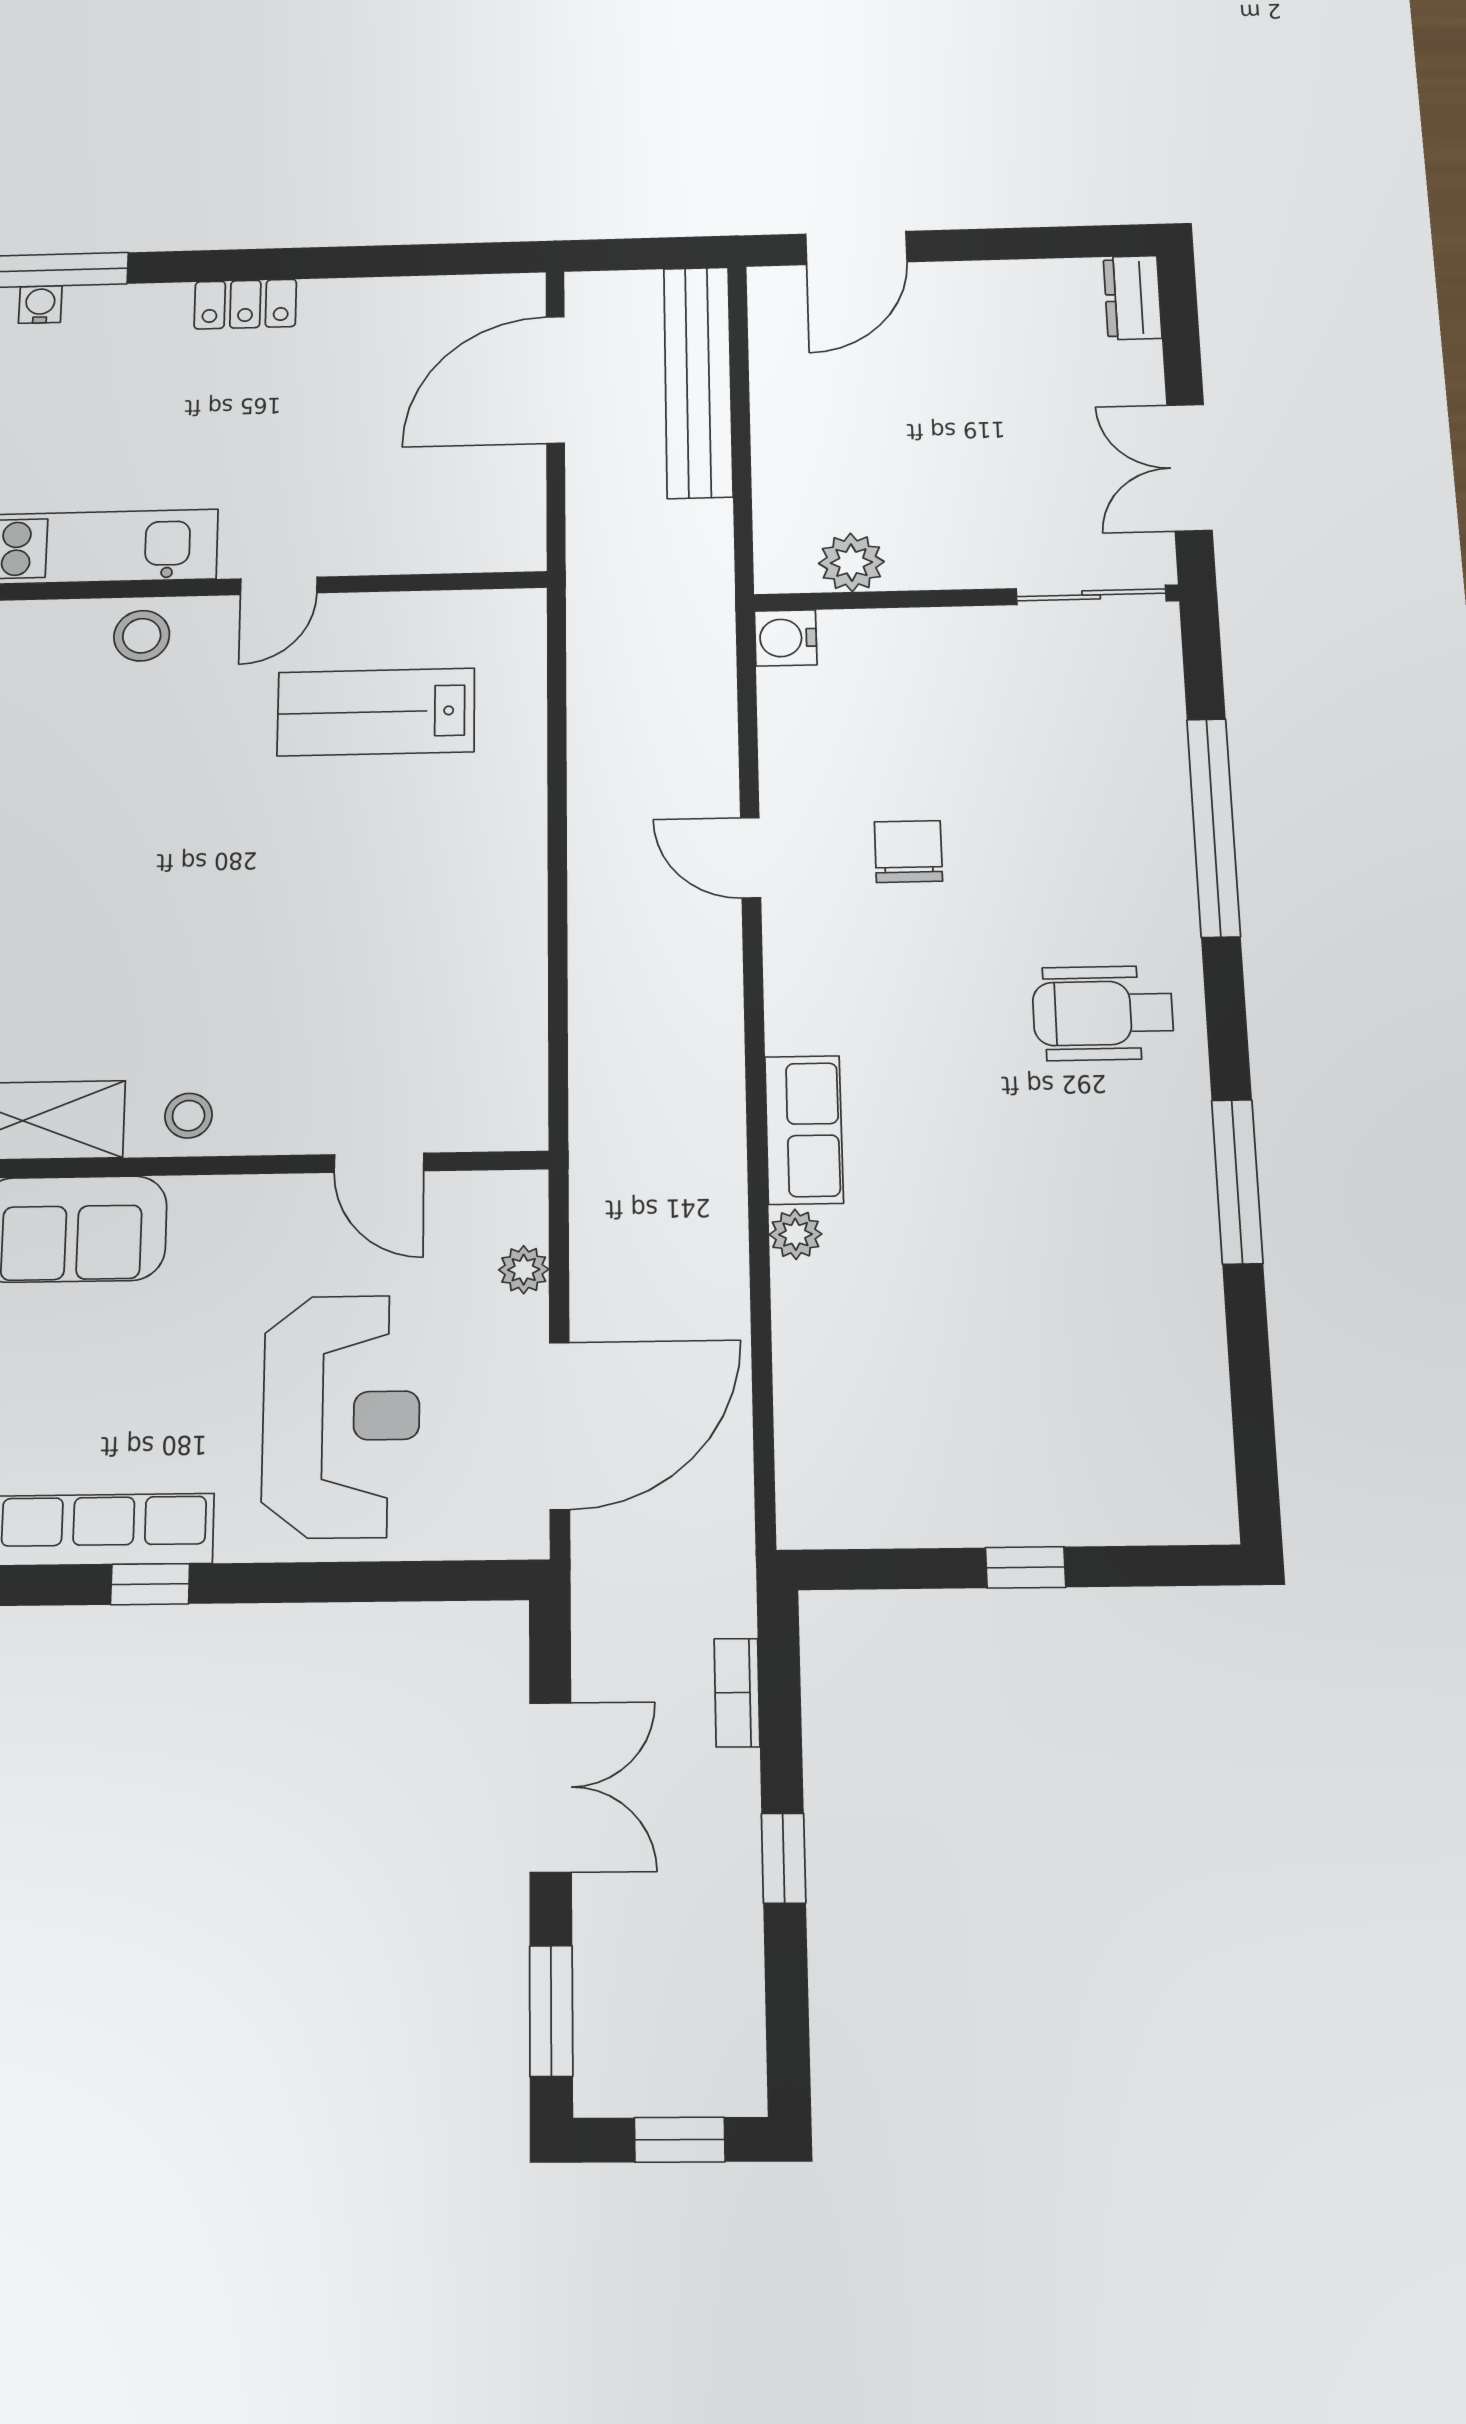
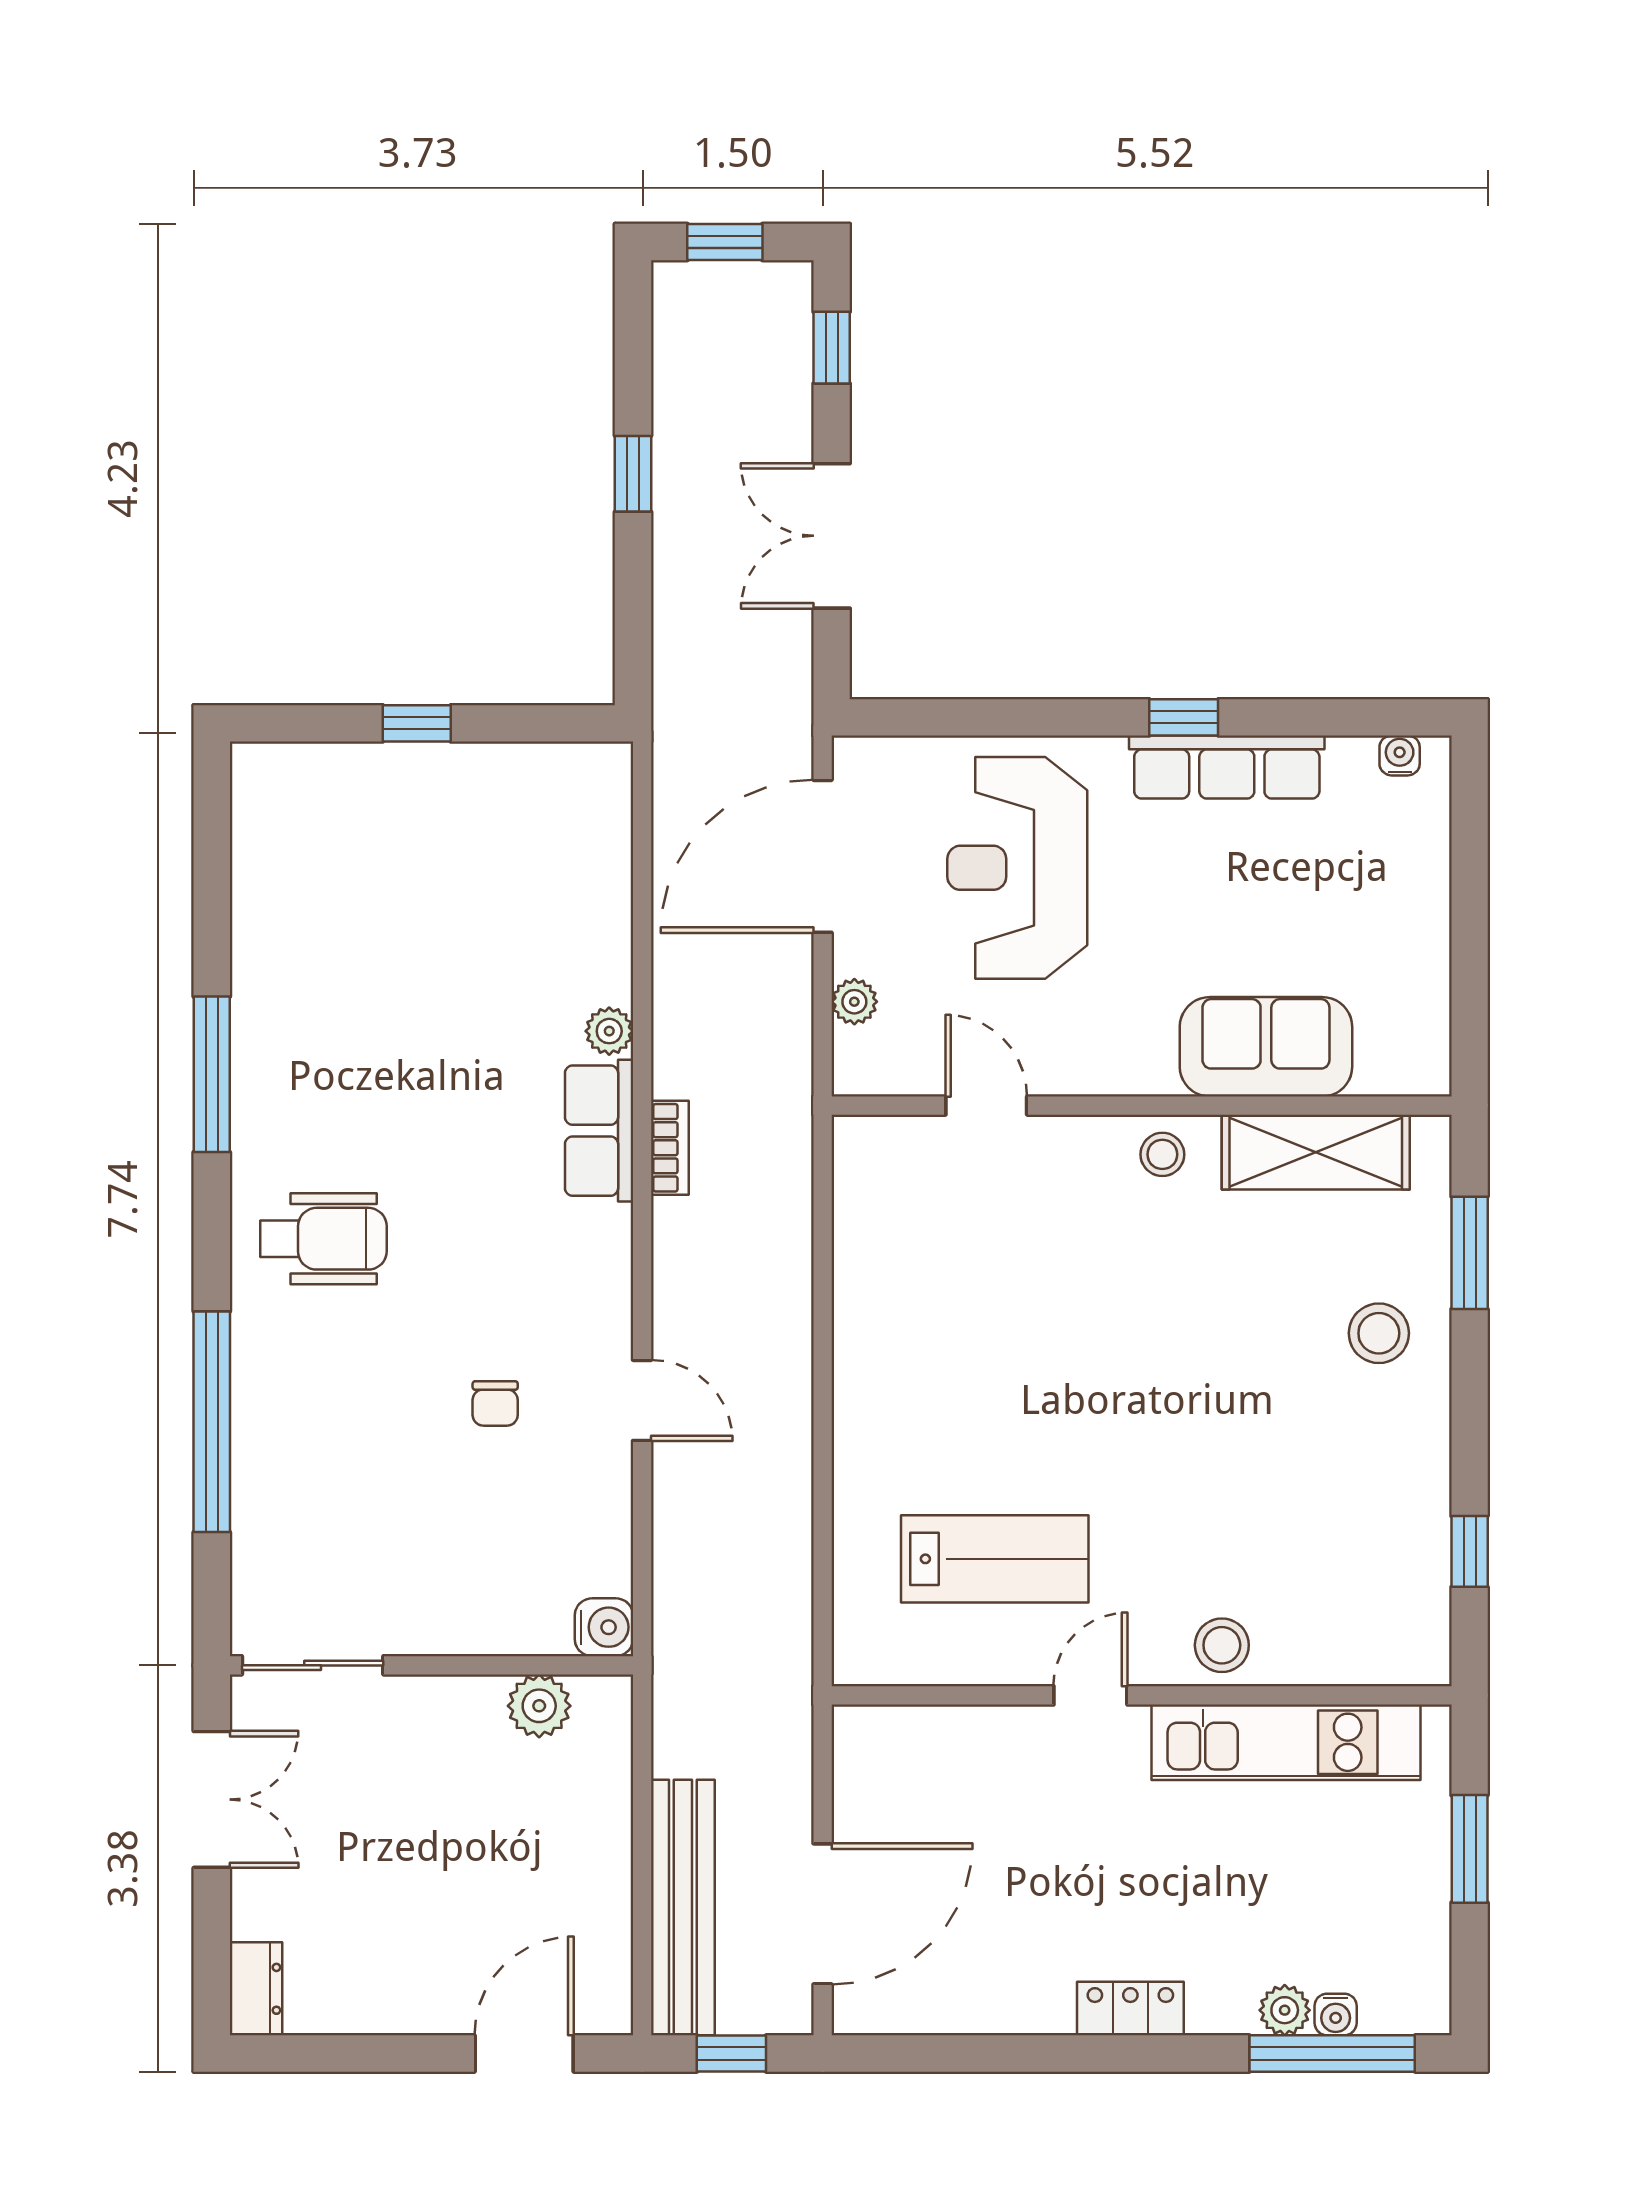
window: (647, 254) -> (731, 2053), added
plant: (91, 307) -> (1285, 2010), added
chair: (908, 852) -> (495, 1403), width x0.73, depth x0.73
bookcase: (737, 1693) -> (670, 1148), moved
window: (551, 2011) -> (832, 348), width x0.67

